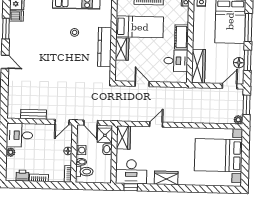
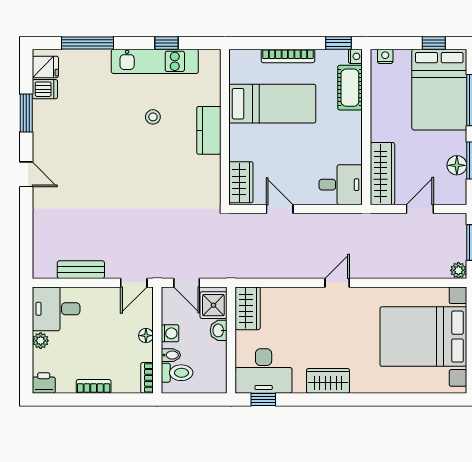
cot: (181, 37) -> (350, 88), moved
kitchen counter: (105, 47) -> (209, 130), width x0.67
wardrobe: (122, 49) -> (241, 182), moved
desk: (176, 61) -> (341, 185), moved
door: (230, 86) -> (420, 209), moved
door: (156, 124) -> (337, 283), moved
printer: (22, 176) -> (44, 383), moved

